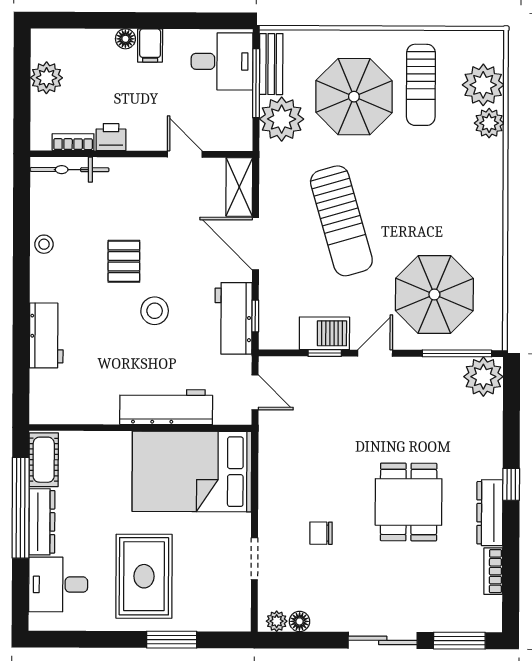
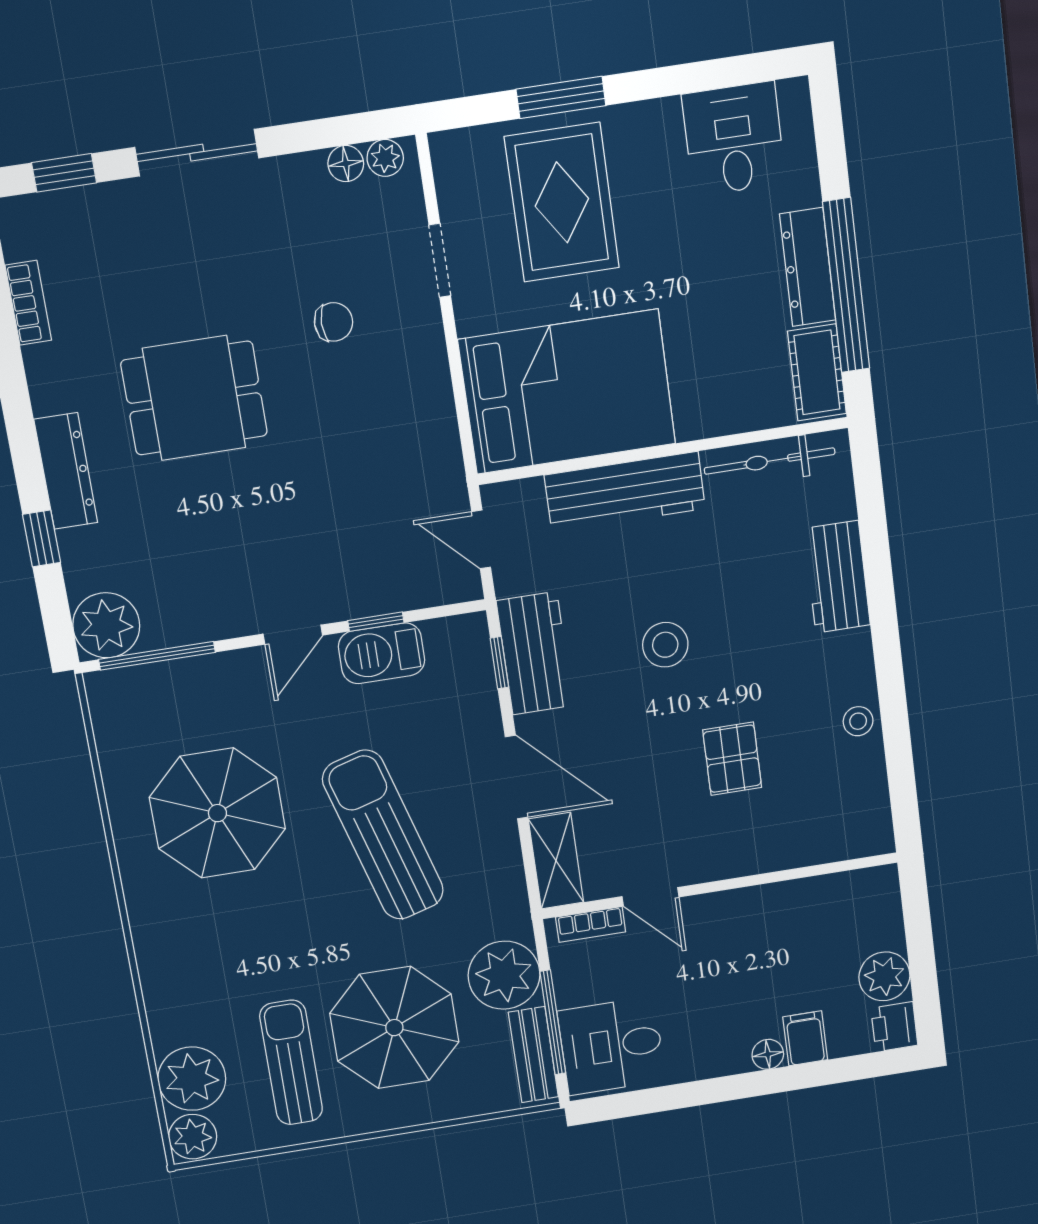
filing cabinet: (150, 45) -> (805, 1038), moved
plant: (489, 123) -> (193, 1137), moved
printer: (111, 137) -> (894, 1027), moved, turned 90
bookcase: (73, 142) -> (591, 924), moved
bicycle: (70, 170) -> (770, 461), moved, turned 180
pallet: (124, 261) -> (732, 759), moved
parasol: (434, 294) -> (217, 813), moved
window: (511, 484) -> (42, 538), moved
dining table: (409, 502) -> (194, 398), turned 90
dresser: (490, 513) -> (66, 471), moved
rug: (144, 576) -> (562, 202), moved
desk: (58, 584) -> (734, 139), moved, turned -90
window: (459, 641) -> (64, 173), width x0.67

